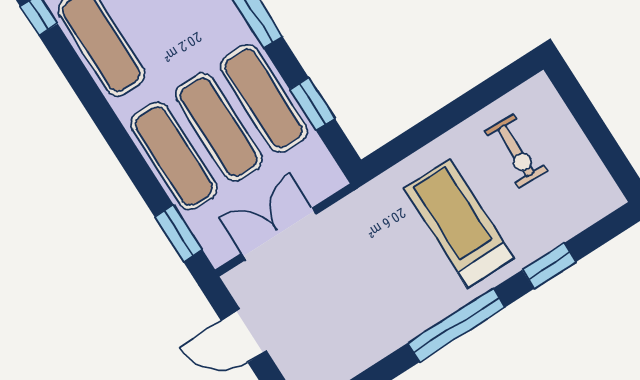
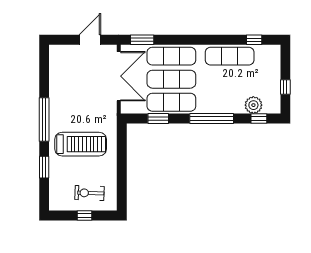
window: (593, 126) -> (85, 216), added
exercise bike: (516, 151) -> (89, 193), moved
double door: (279, 234) -> (119, 76), width x1.36

